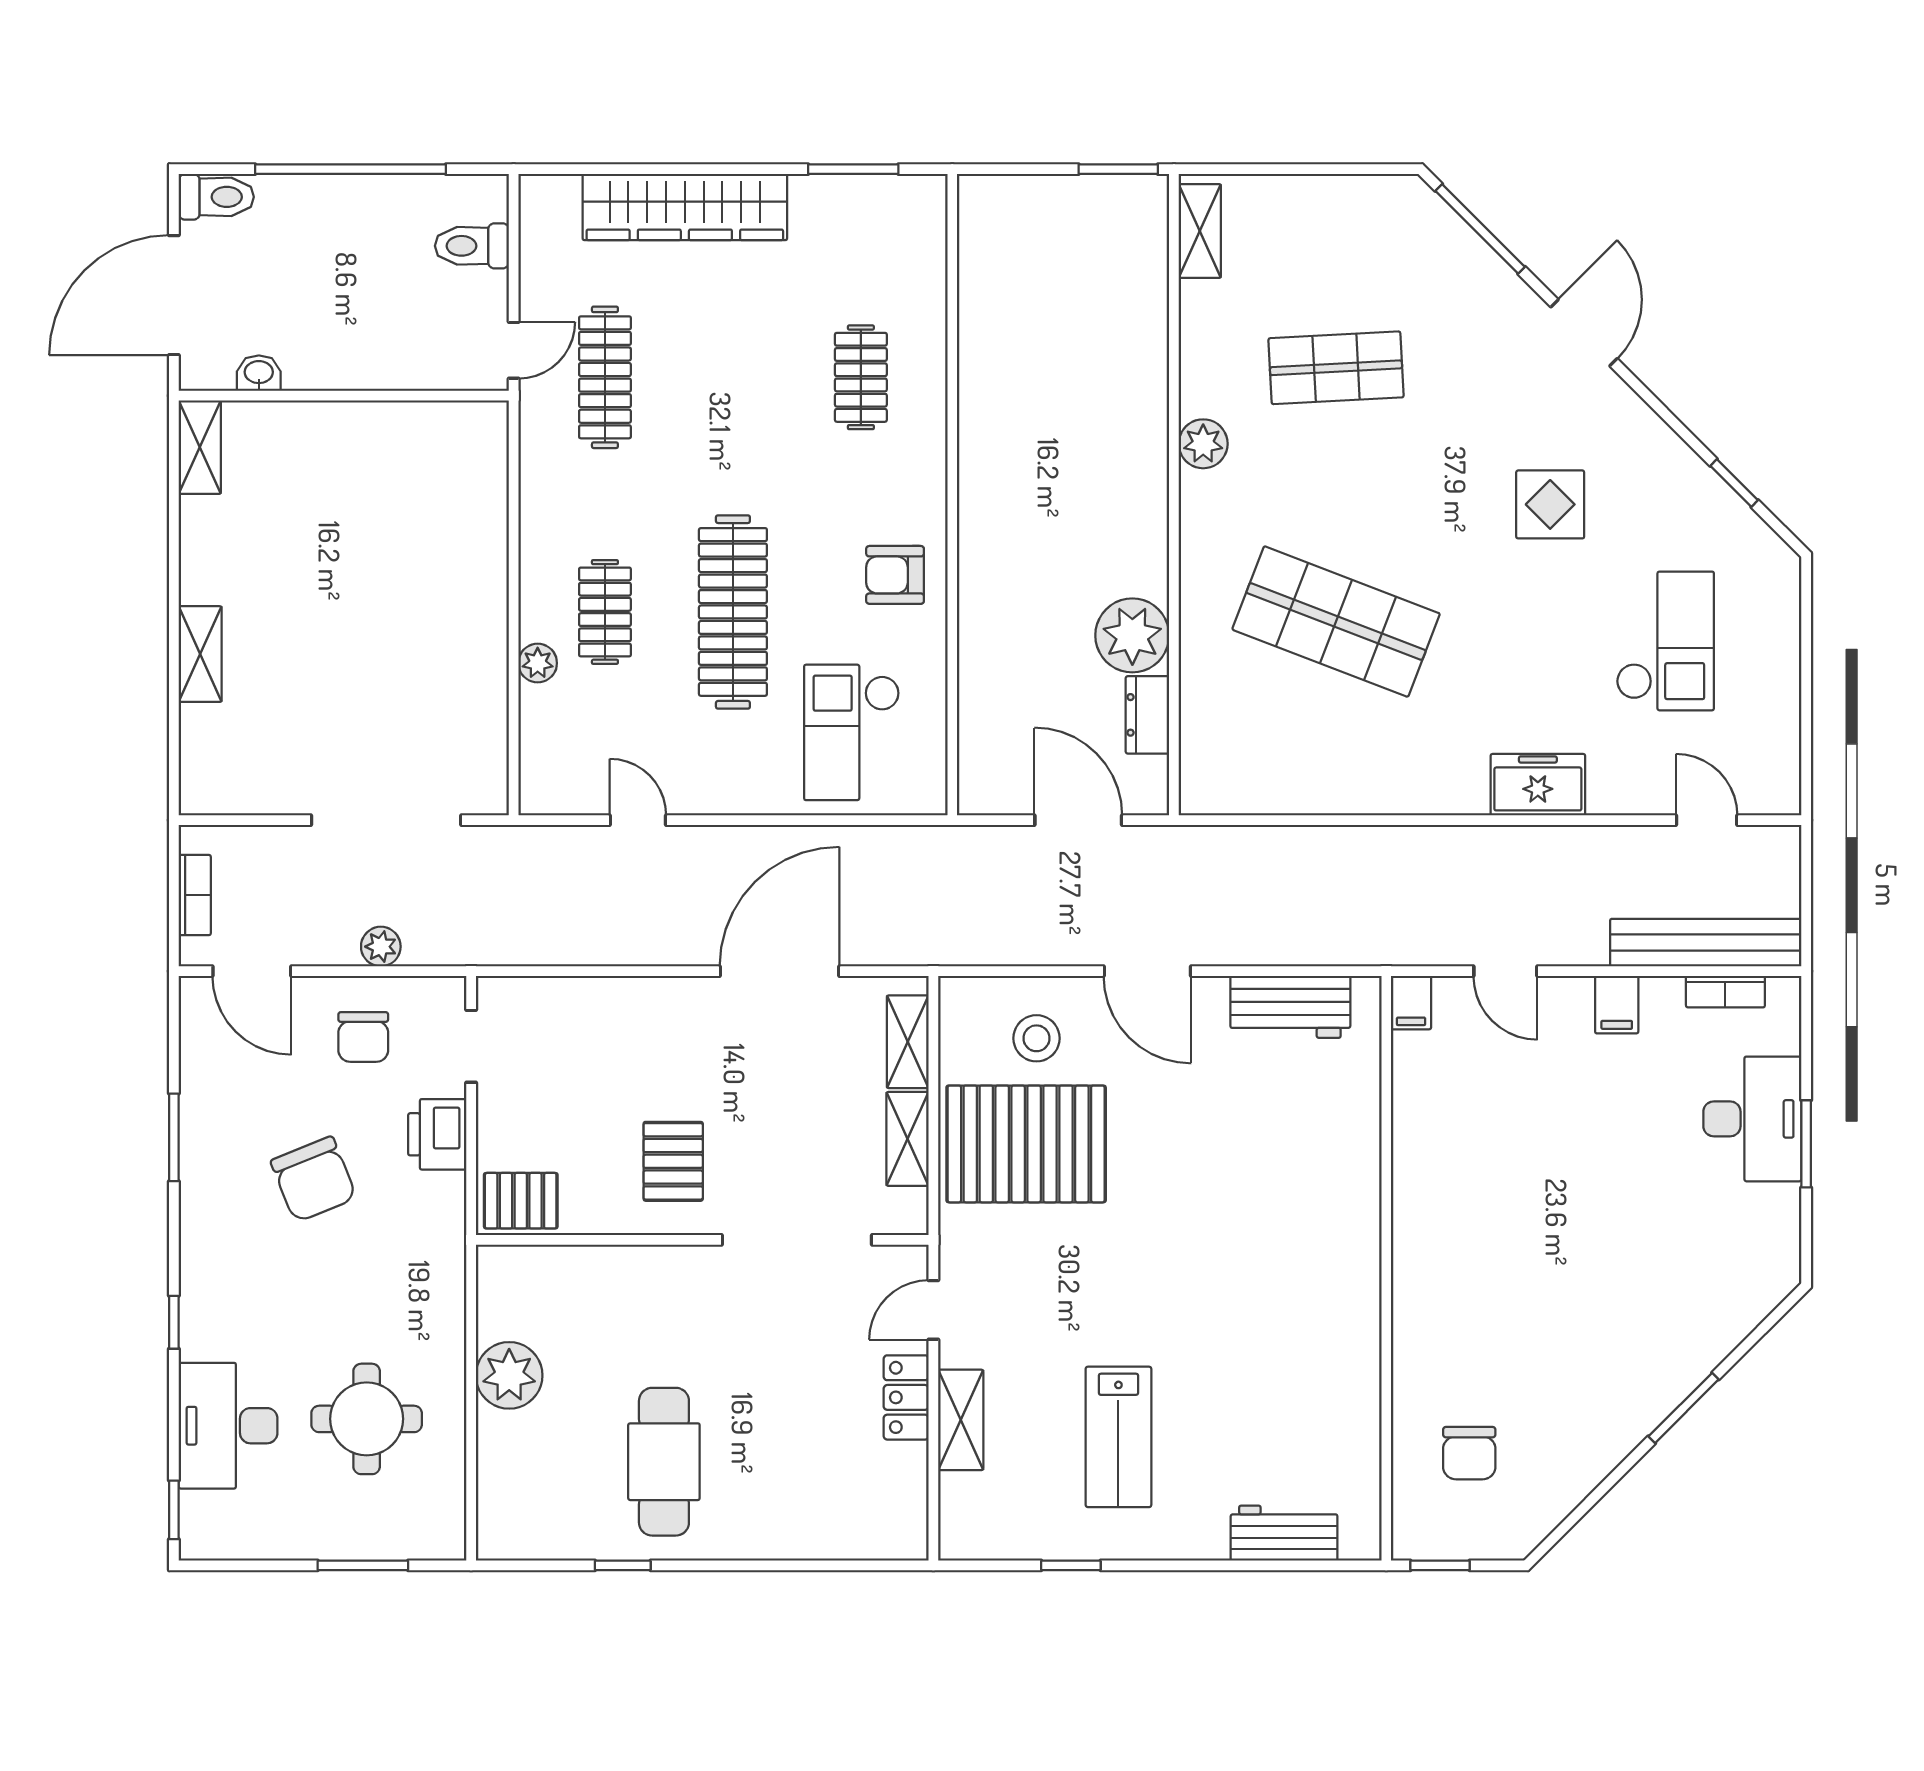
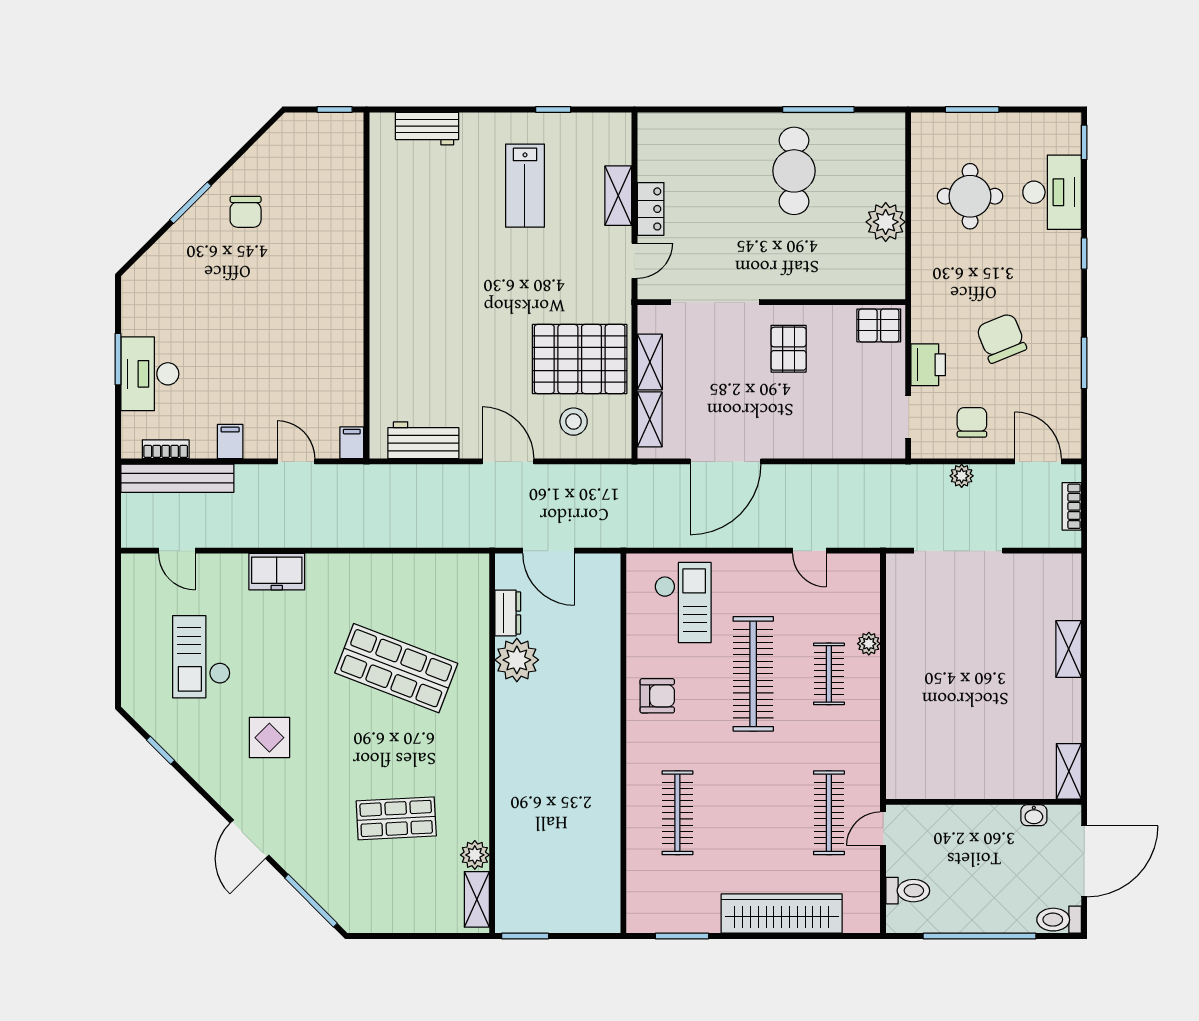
clothes rail: (861, 377) -> (677, 813), width x1.36
plant: (1203, 444) -> (475, 855), moved
lab bench: (1118, 1437) -> (525, 186), turned 180
chair: (1469, 1453) -> (246, 212), moved, turned 180
window: (623, 1565) -> (818, 110), width x2.17

